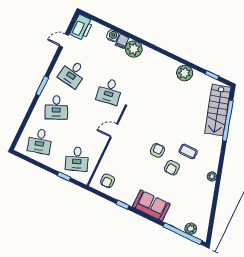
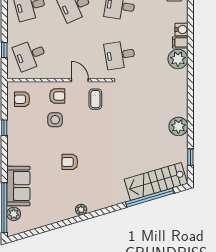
armchair: (157, 150) -> (57, 96), moved
coffee table: (188, 151) -> (95, 99), moved
side table: (135, 163) -> (55, 120), added
sofa: (151, 205) -> (18, 186), moved

